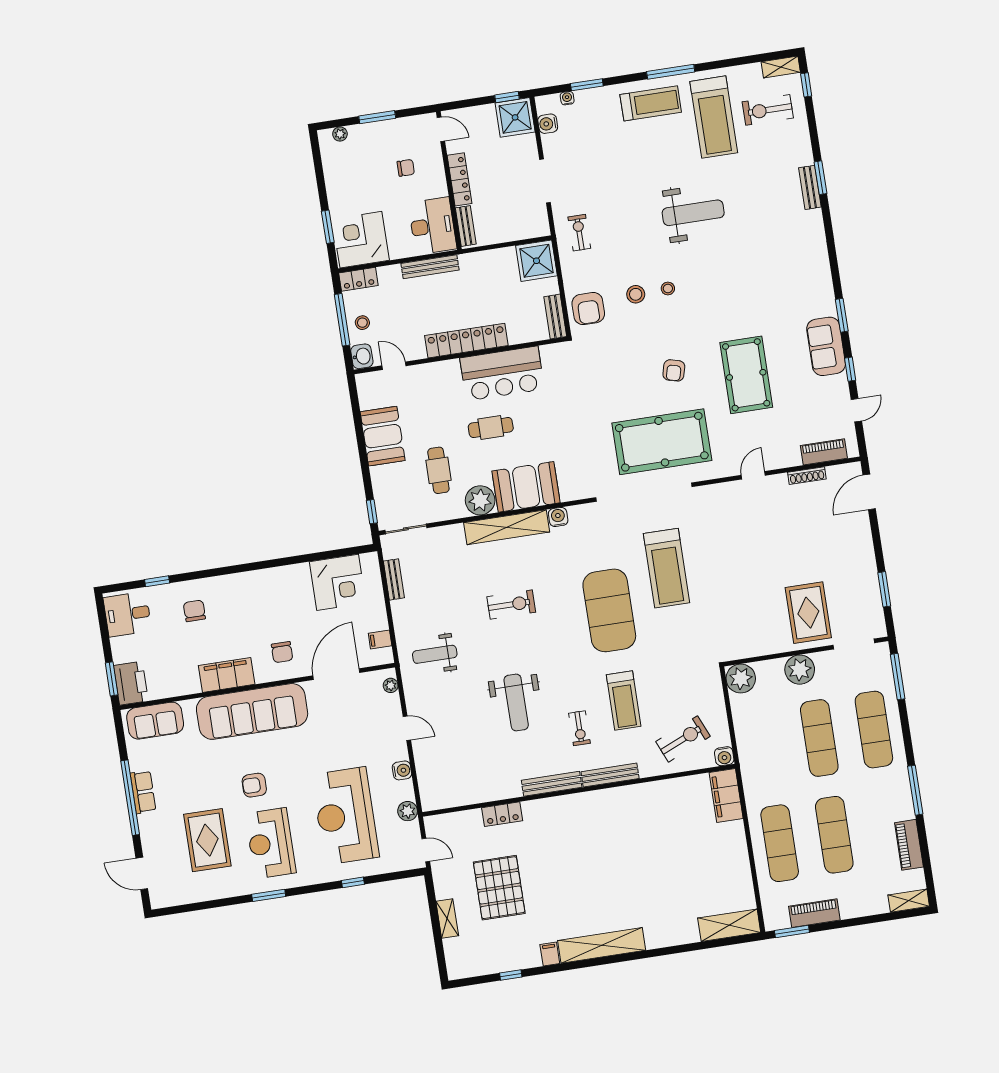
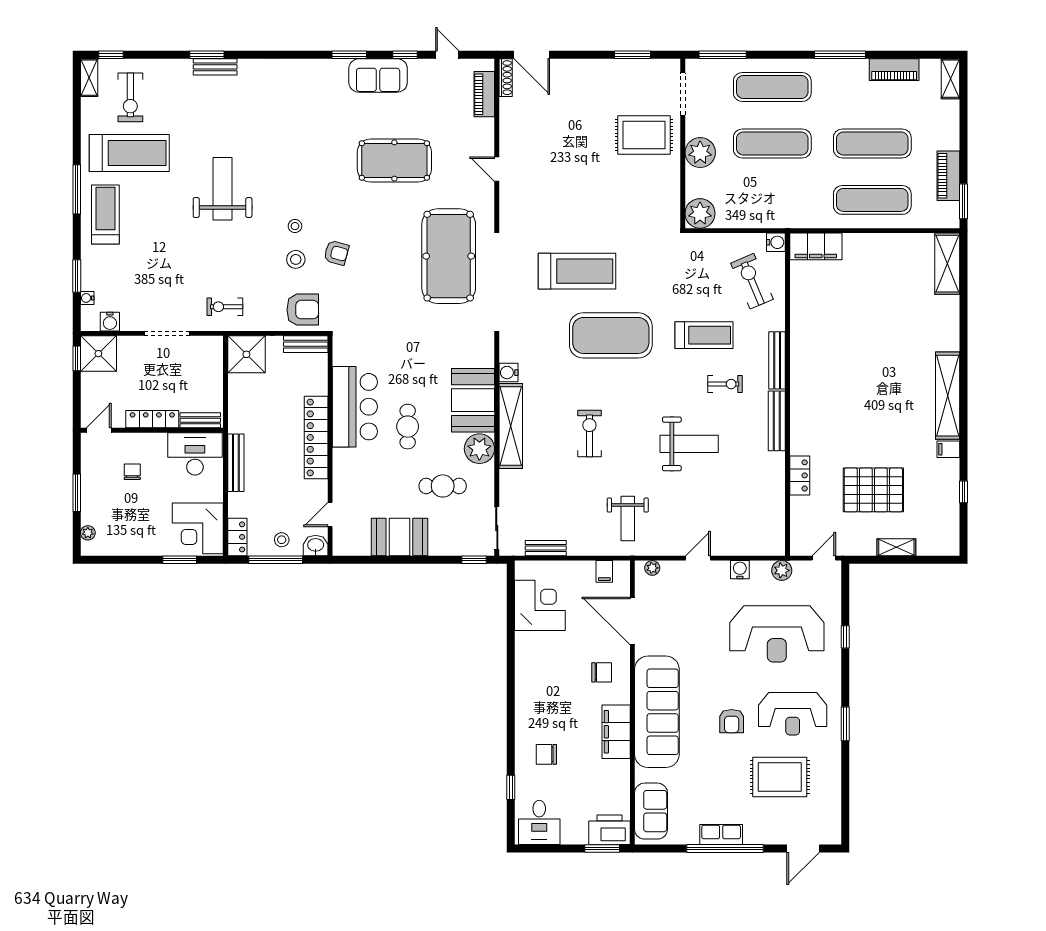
armchair: (674, 370) -> (336, 253), moved
shoe rack: (807, 476) -> (506, 78), moved

